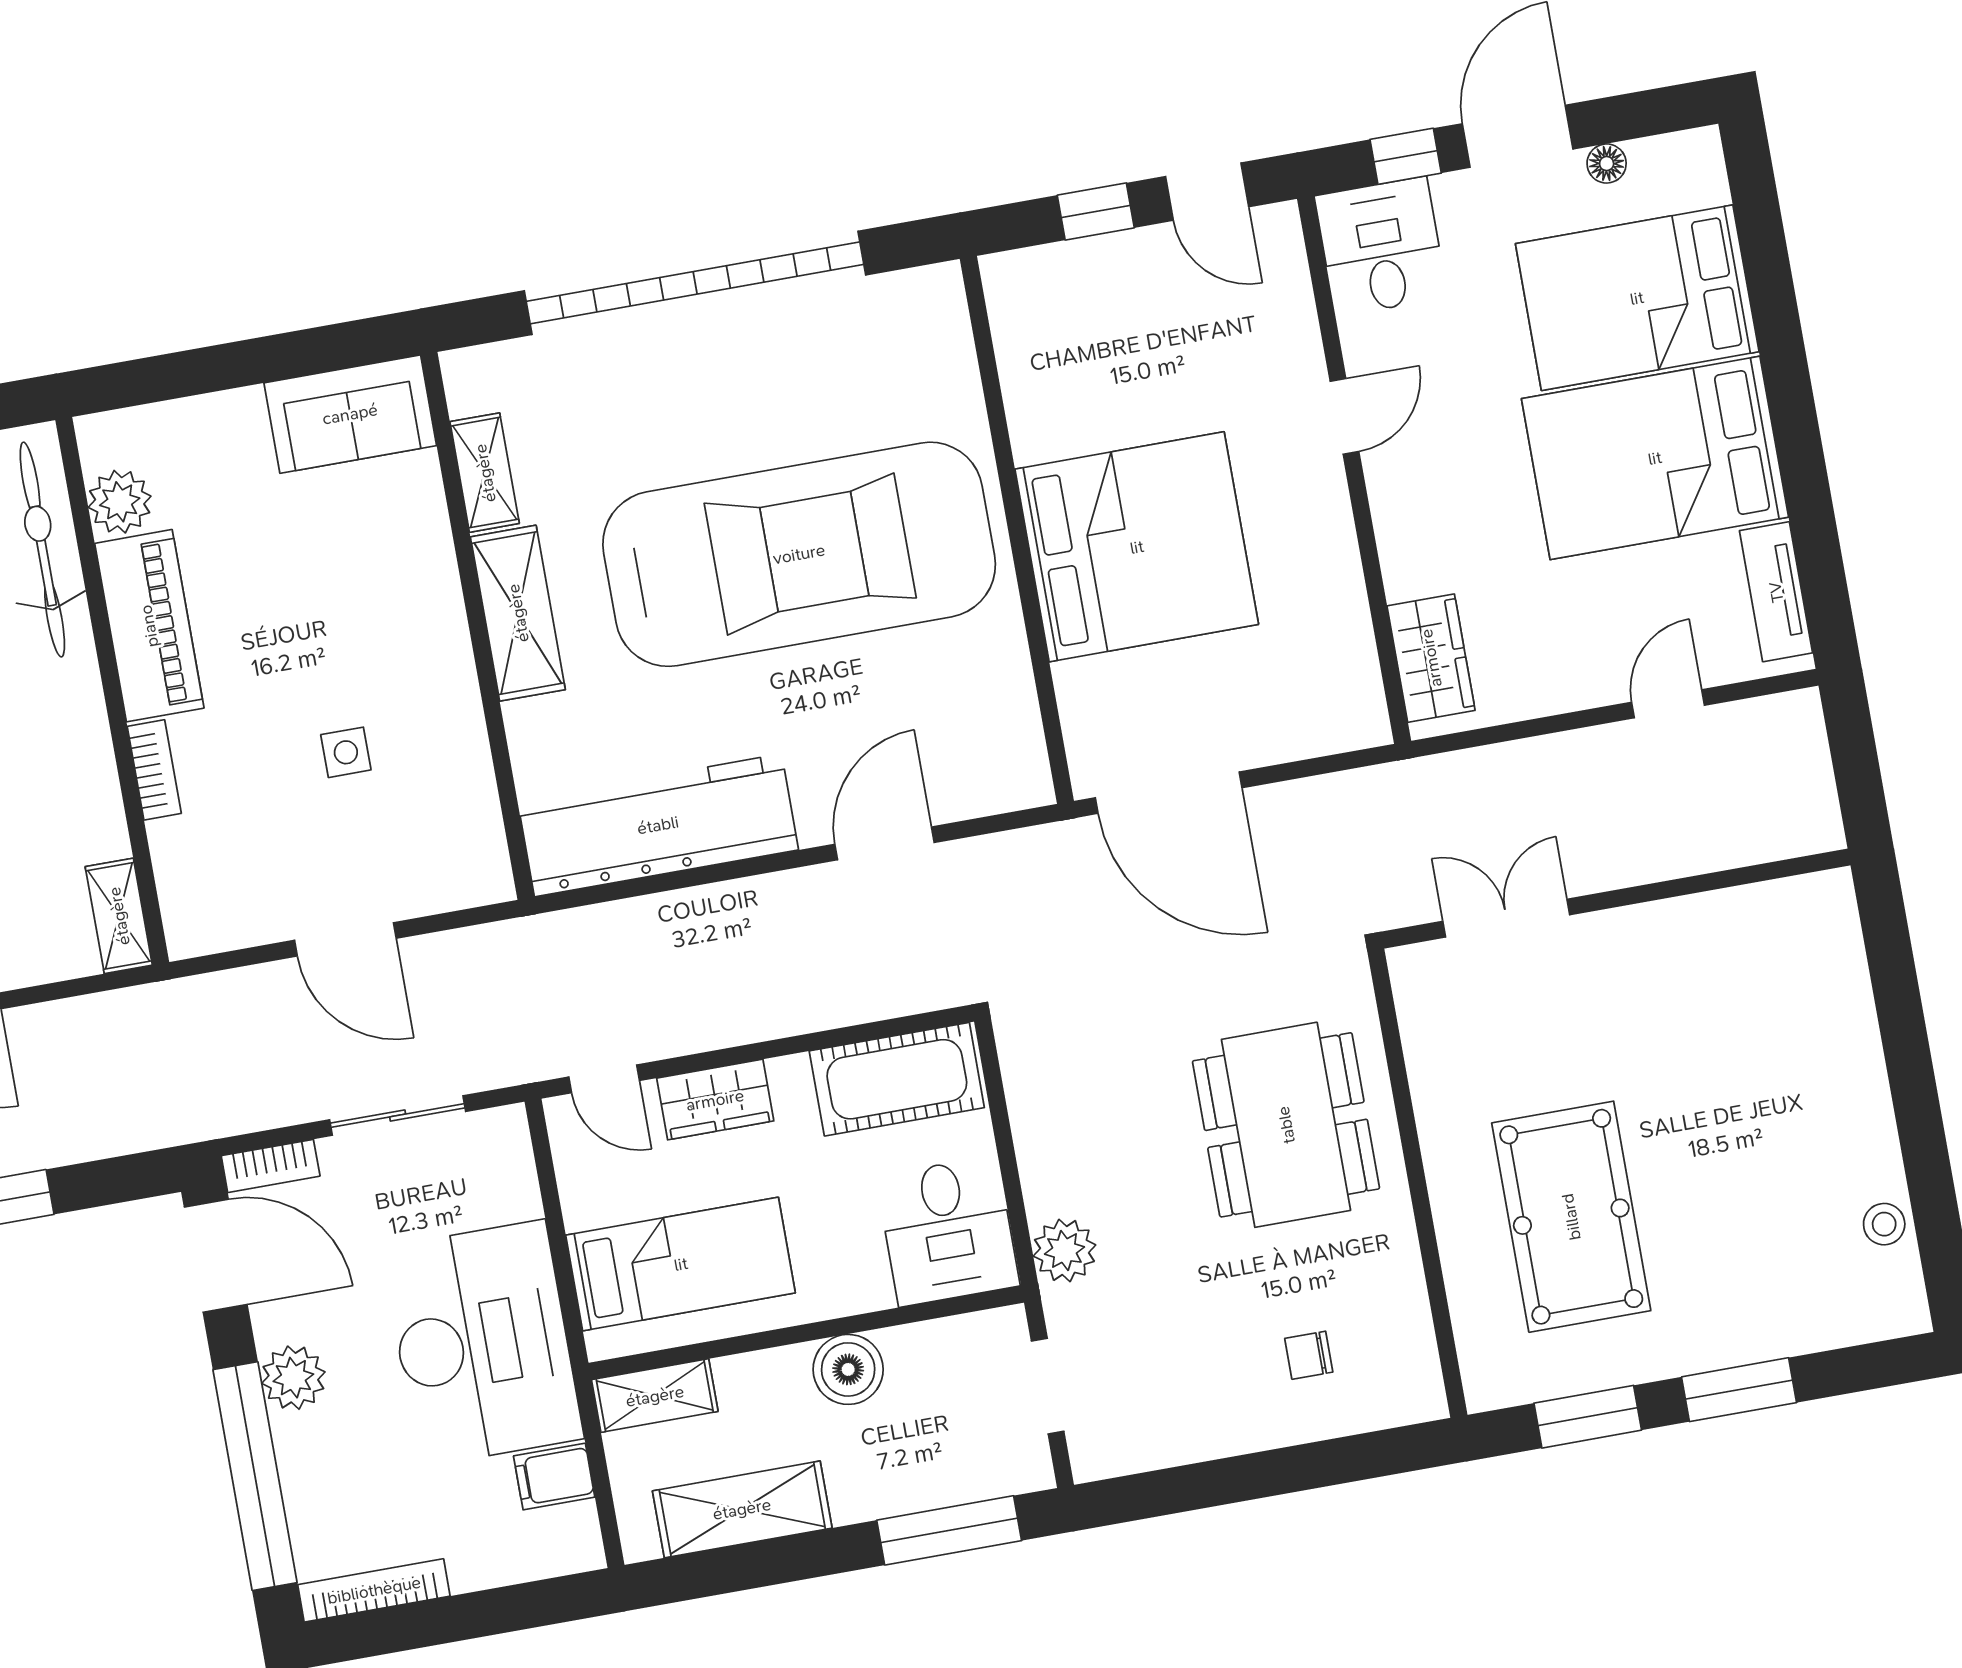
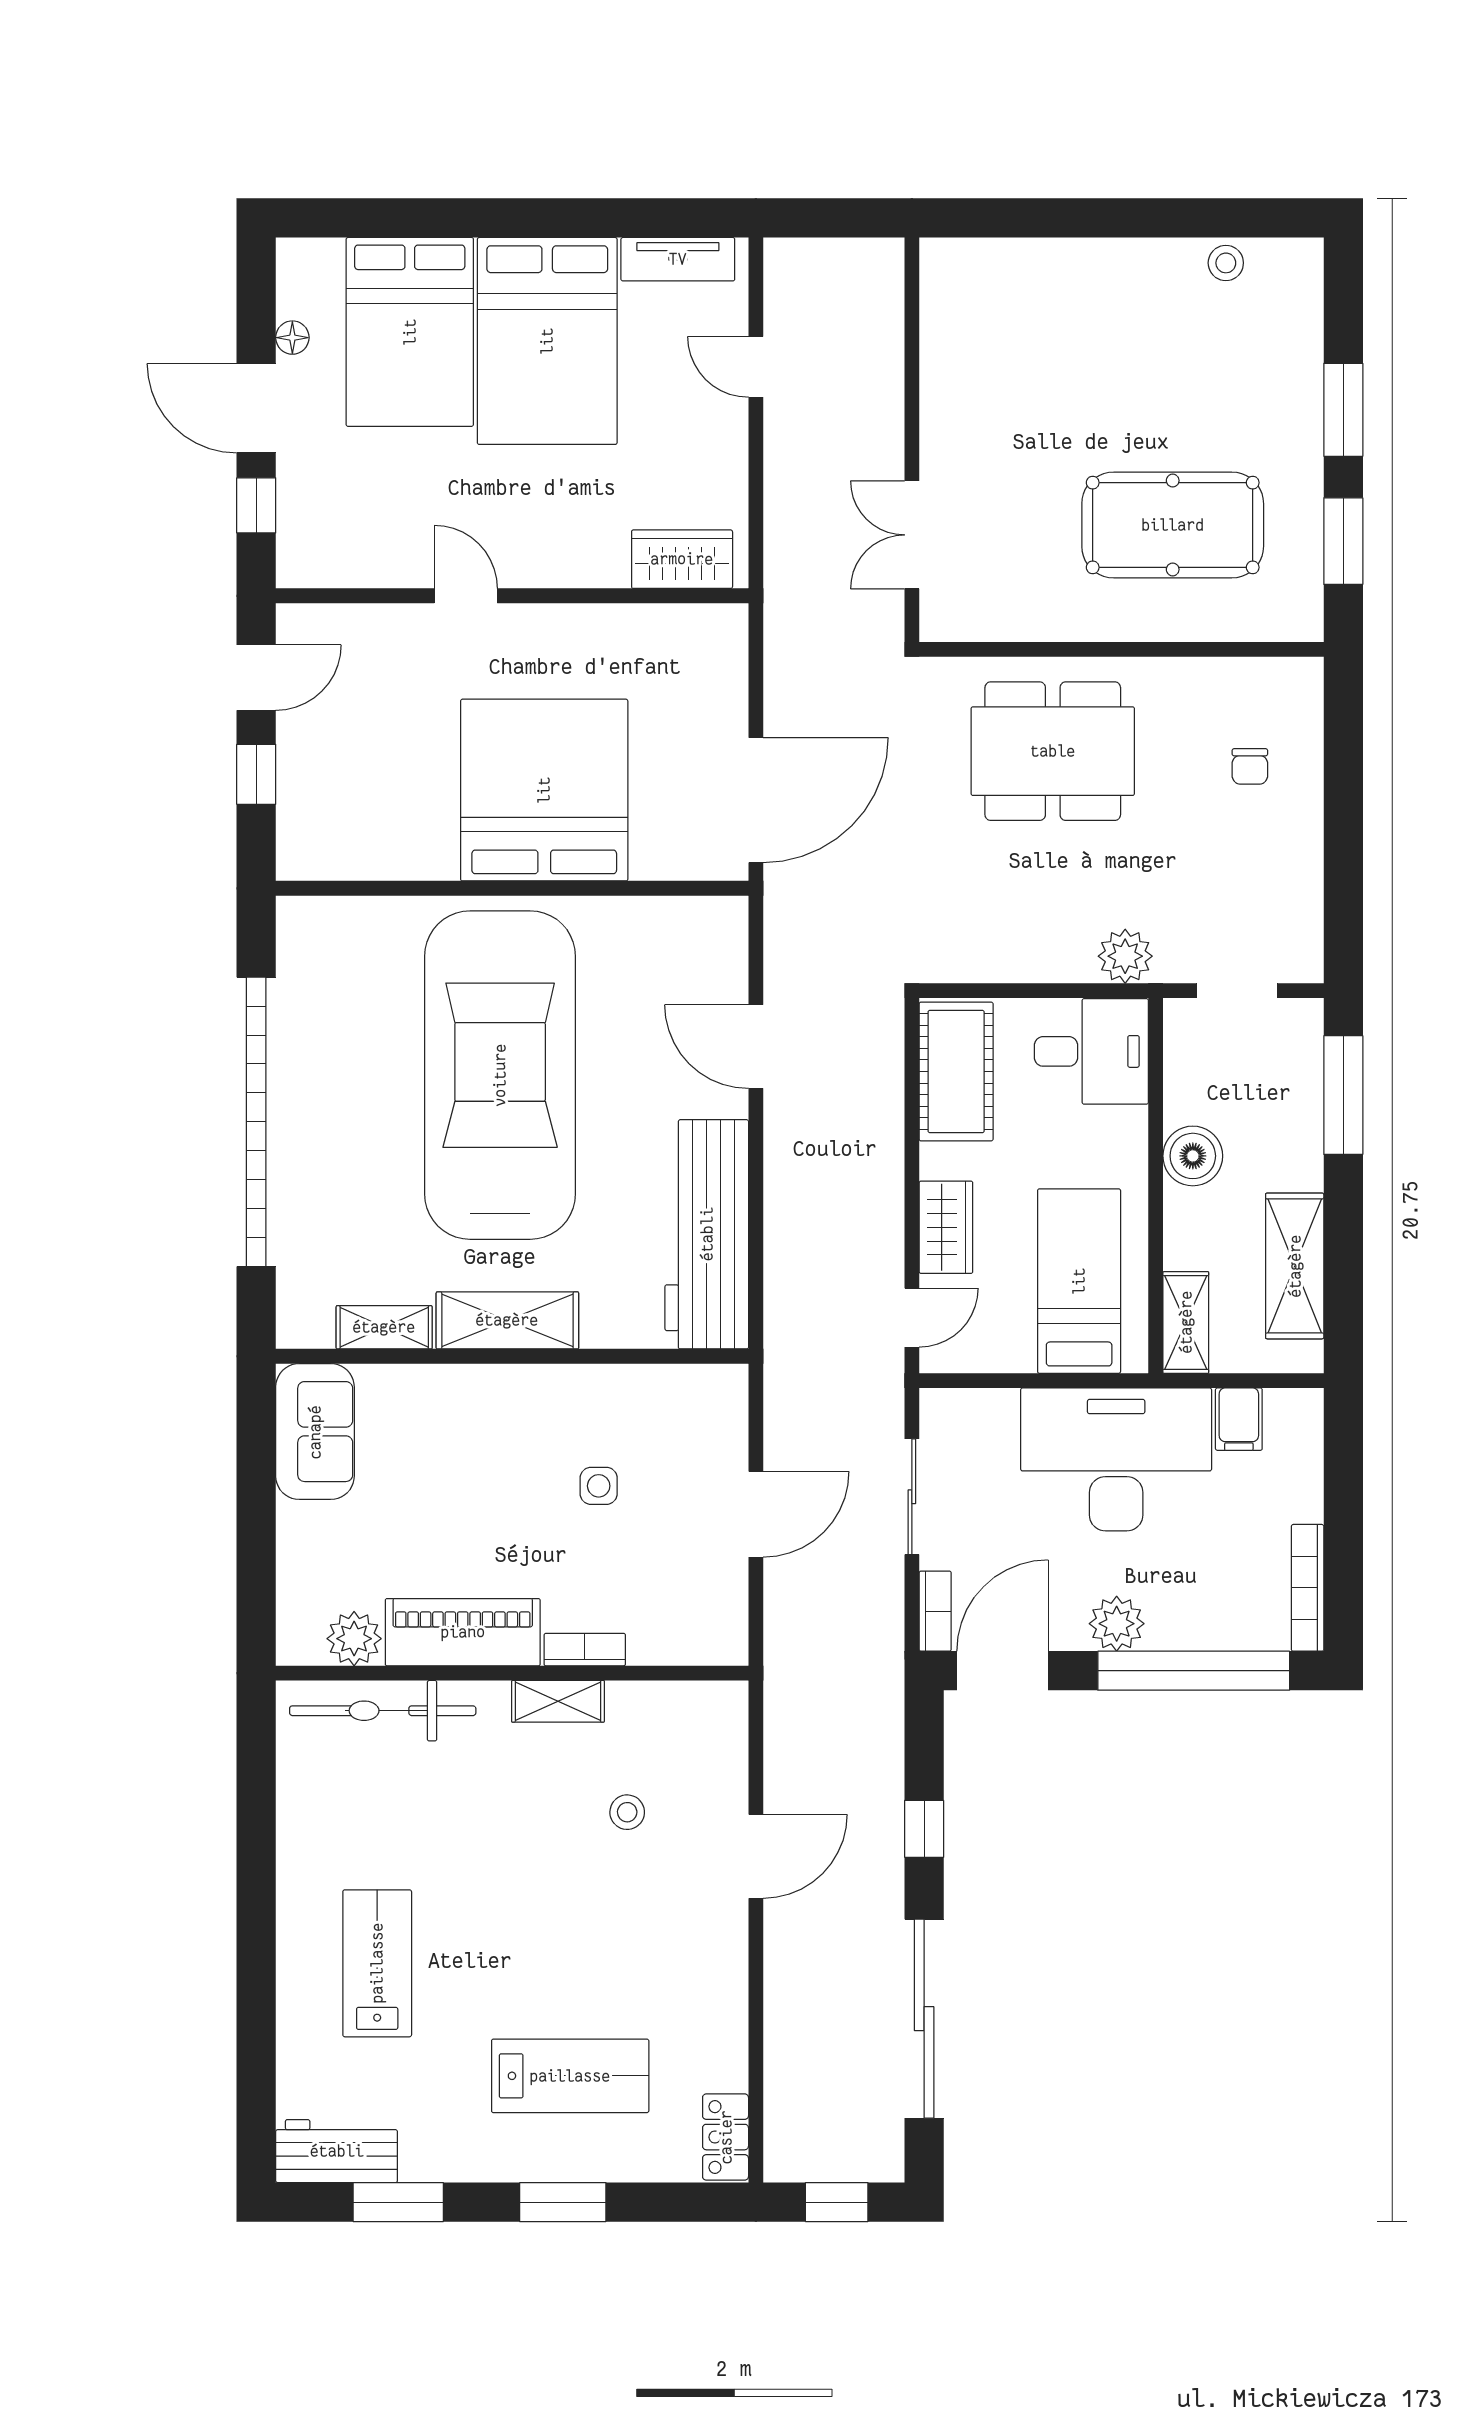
desk: (1381, 247) -> (328, 540), removed
shelving: (119, 916) -> (558, 1701), moved

